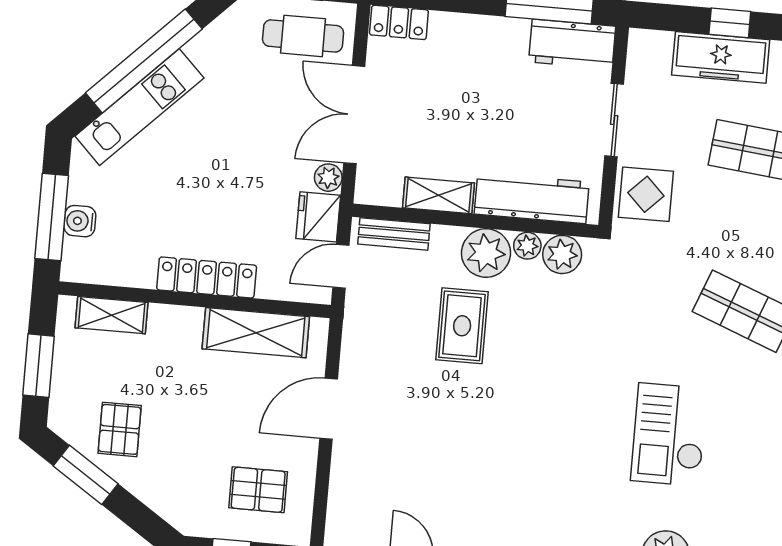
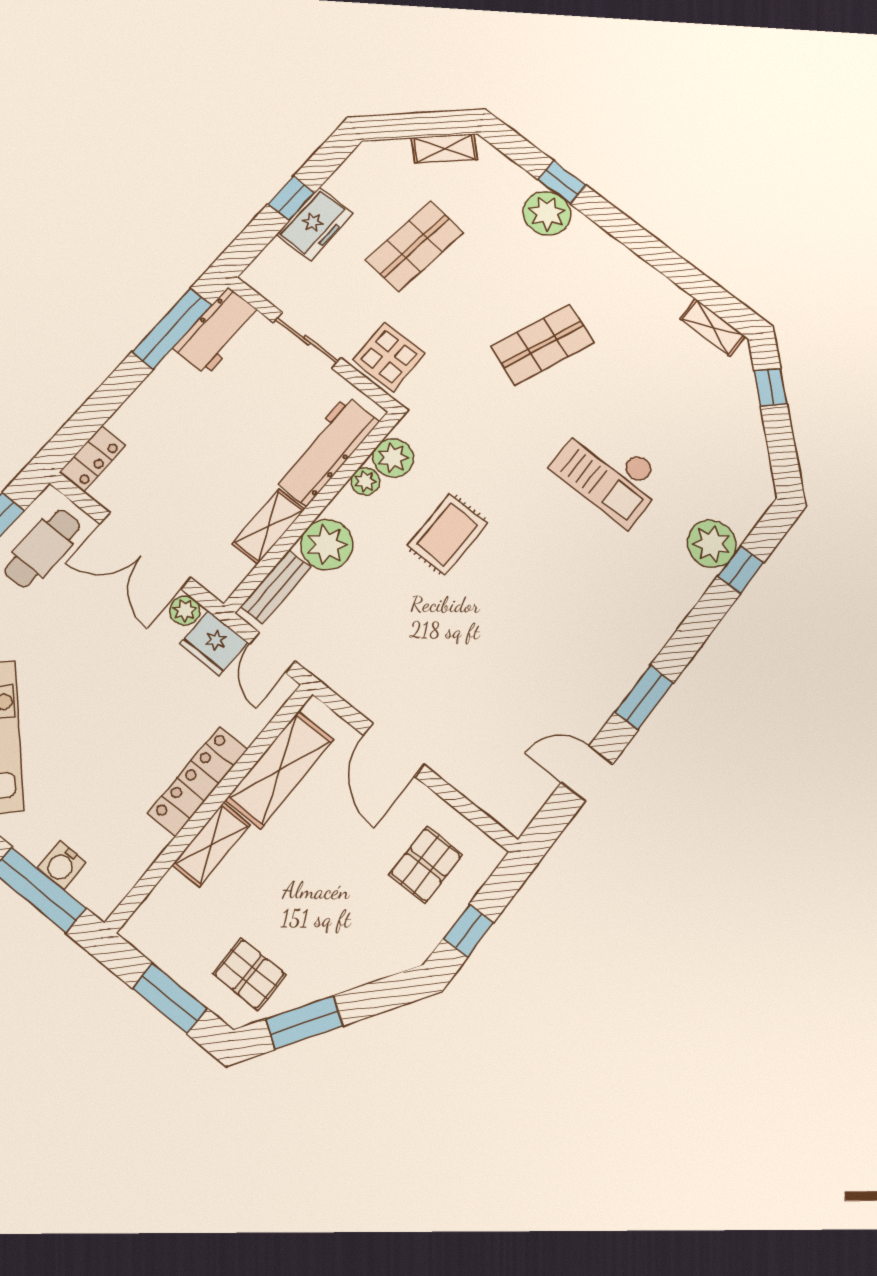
freezer: (721, 57) -> (315, 224), width x0.71
plant: (486, 253) -> (327, 545), moved
shelving: (112, 315) -> (211, 845), moved
rug: (462, 326) -> (447, 534), moved, turned 90
pallet: (120, 429) -> (249, 974), moved

